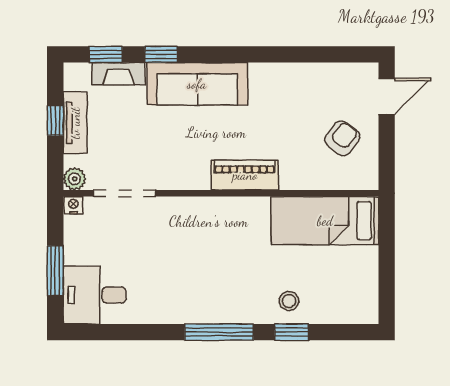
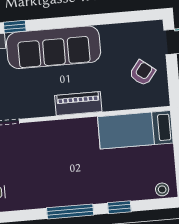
sofa: (197, 84) -> (54, 47), width x1.36, depth x1.27
stool: (289, 301) -> (162, 189), moved

